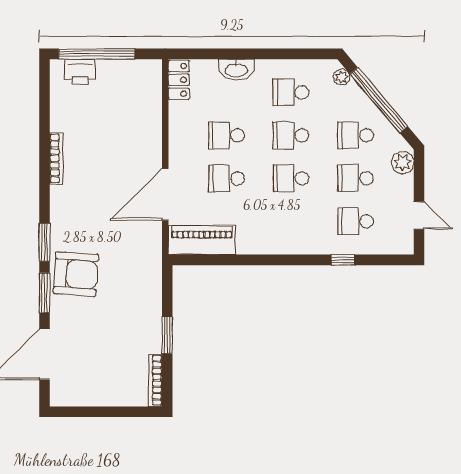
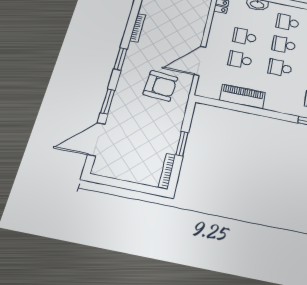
piano: (202, 240) -> (242, 96), moved
window: (45, 242) -> (120, 59), moved
armchair: (76, 274) -> (160, 86), moved

